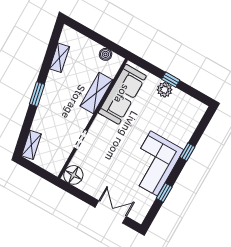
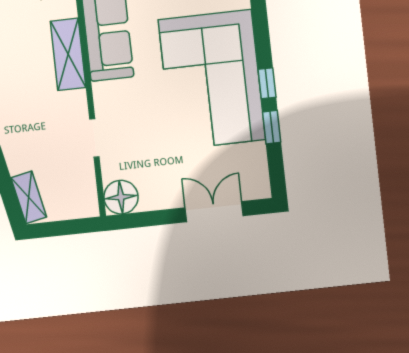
window: (187, 152) -> (267, 83), moved
corner sofa: (154, 163) -> (212, 80), width x1.36, depth x1.36

